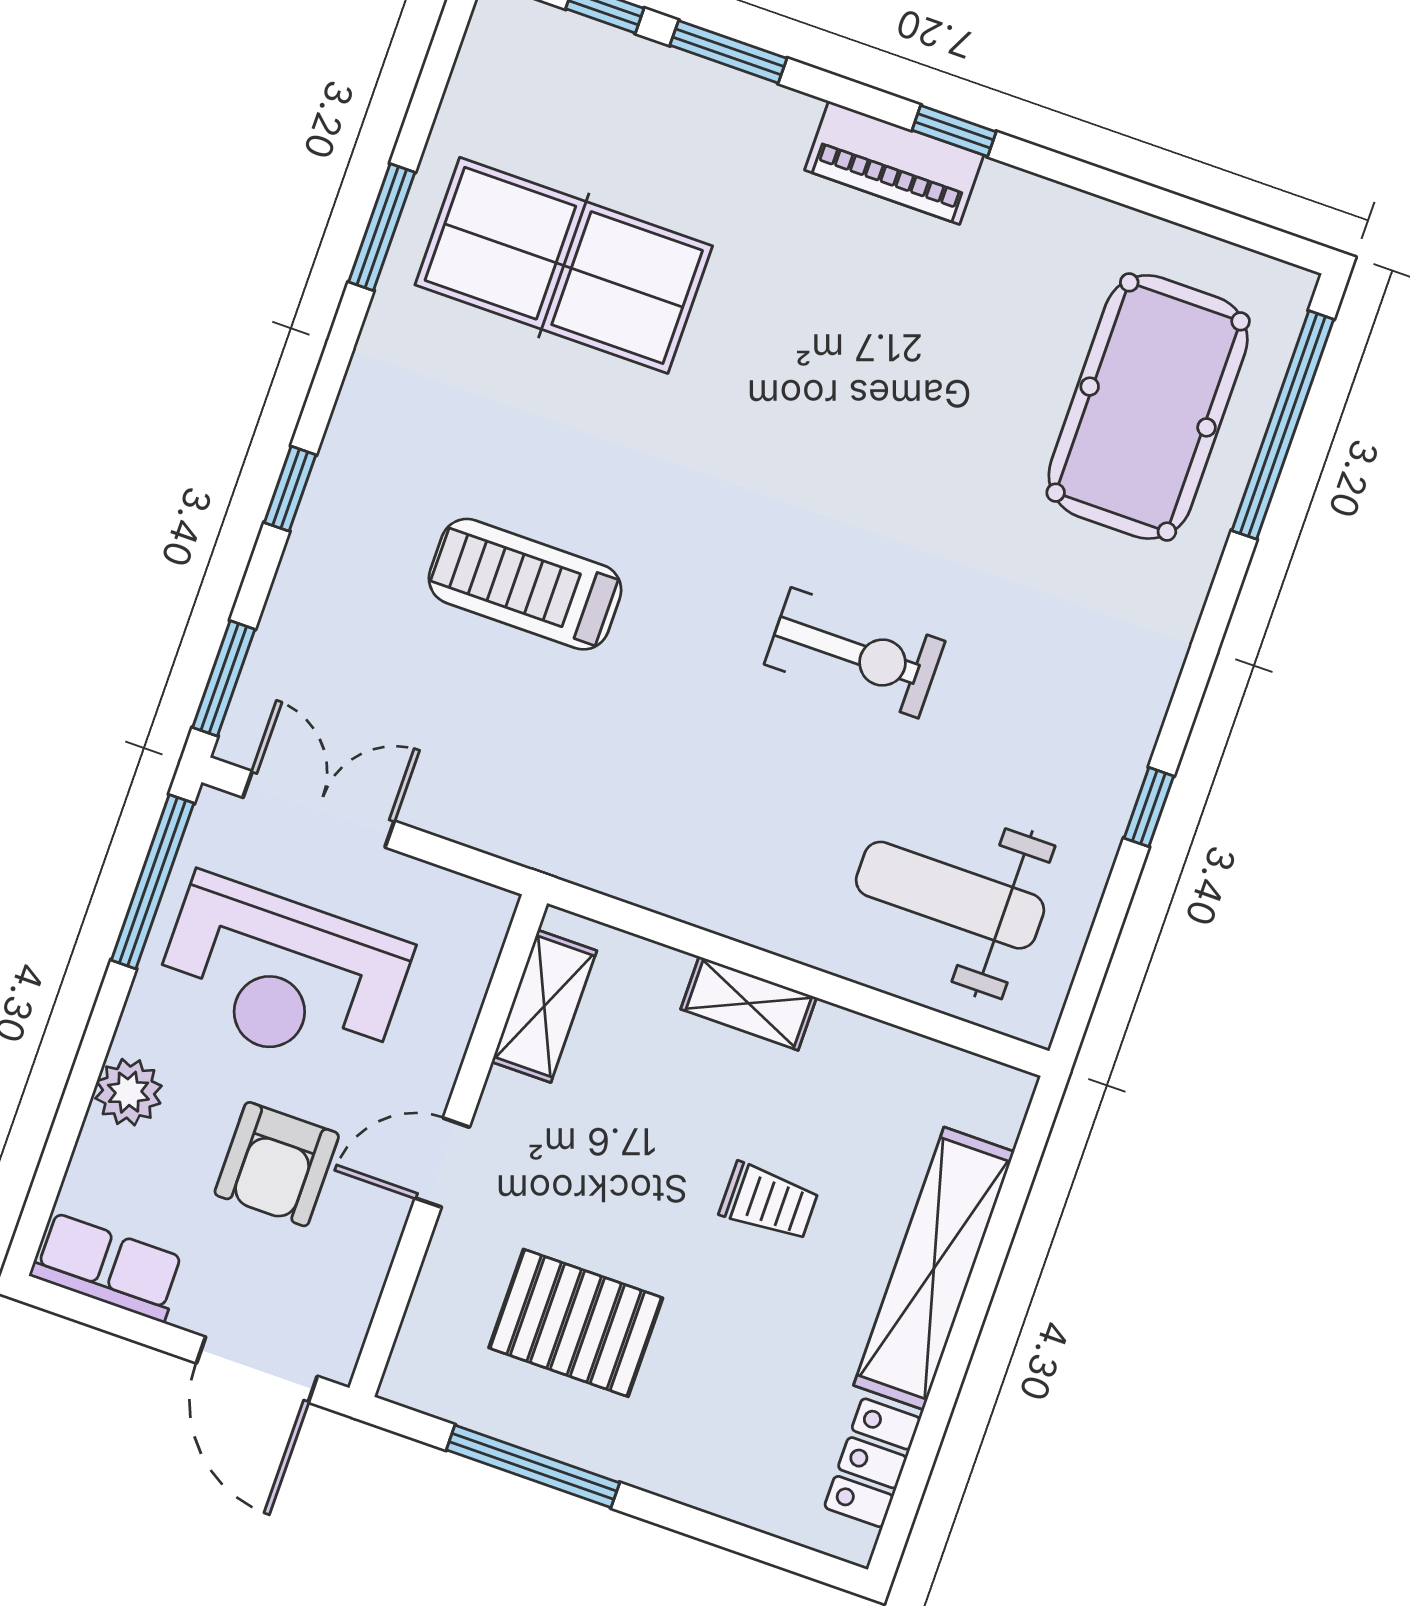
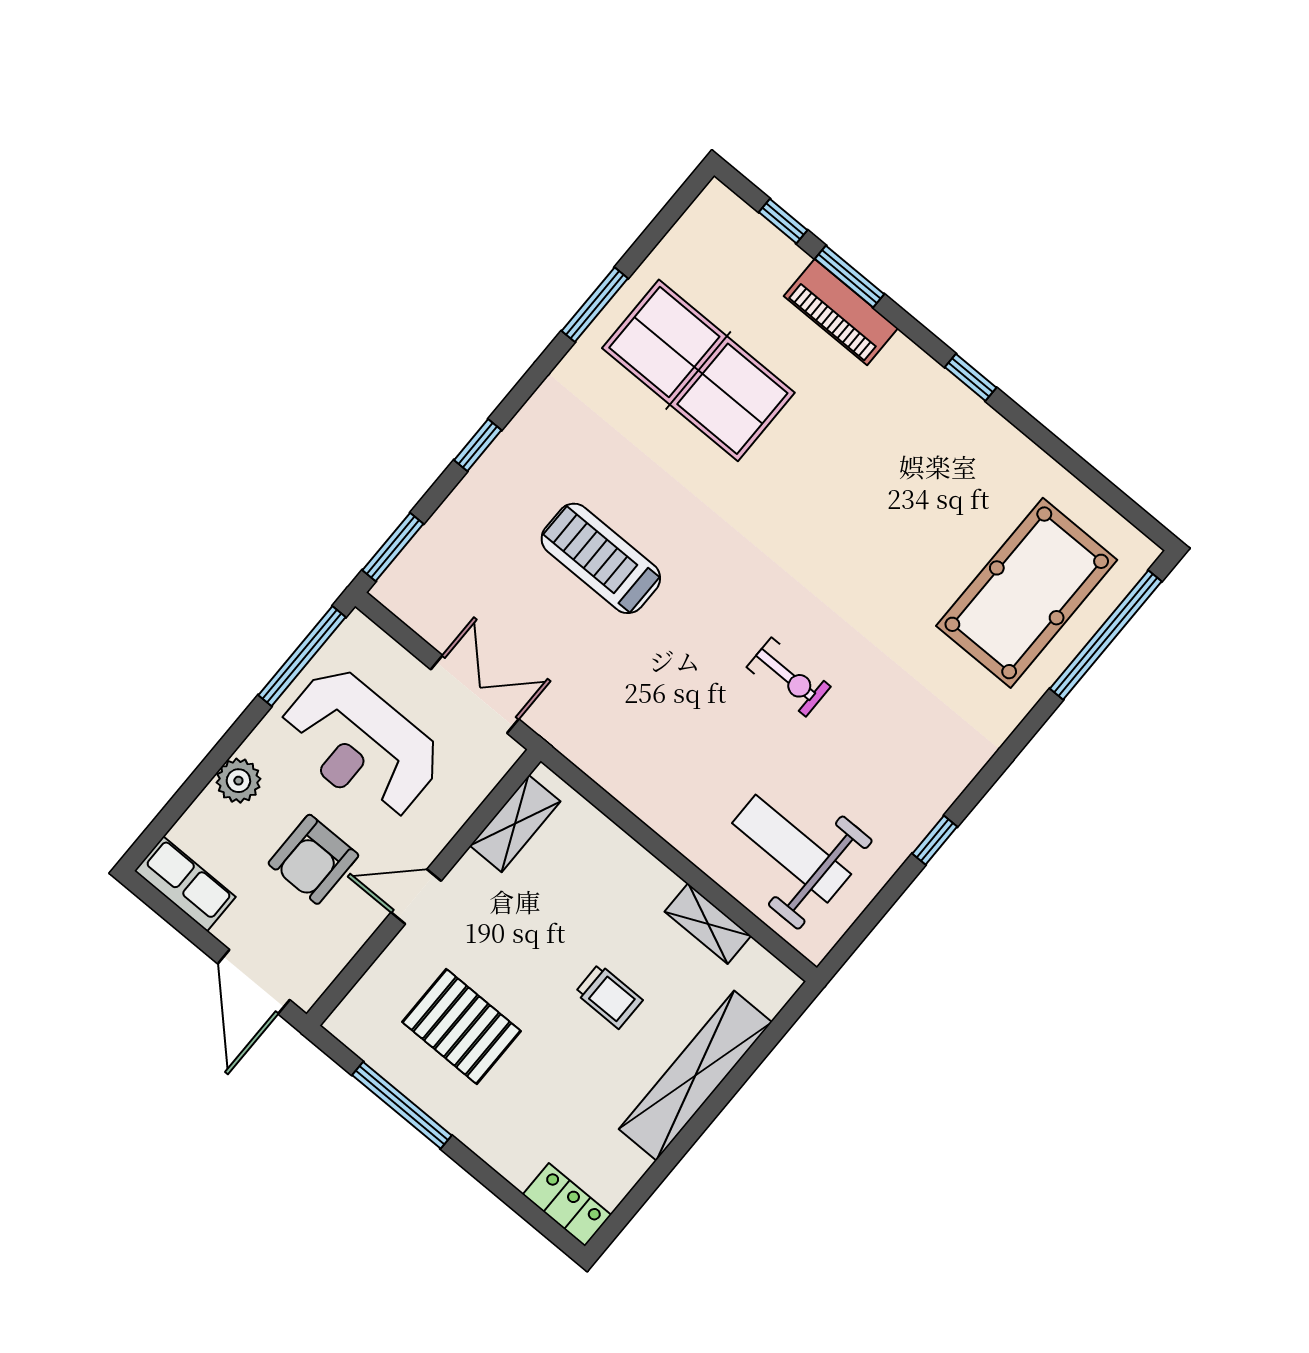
piano: (894, 163) -> (841, 312), moved
exercise bike: (855, 653) -> (789, 677), width x0.73, depth x0.72
double door: (319, 809) -> (475, 694), moved
shelving: (749, 1003) -> (708, 924), moved
locker: (872, 1463) -> (567, 1205), moved, turned 90

